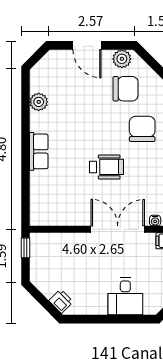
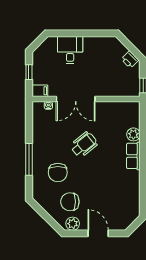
plant: (39, 102) -> (133, 134), moved
wheelchair: (107, 167) -> (84, 145), turned 141
printer: (61, 301) -> (130, 59), moved

